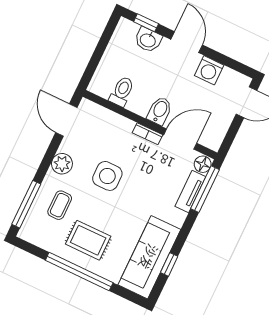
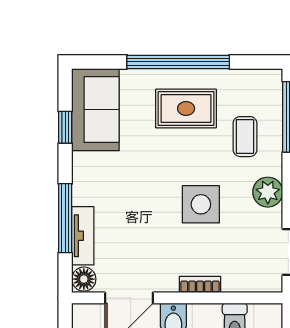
bookcase: (147, 134) -> (200, 284), moved
window: (205, 189) -> (65, 218), moved
sofa: (149, 257) -> (95, 110), width x0.73

